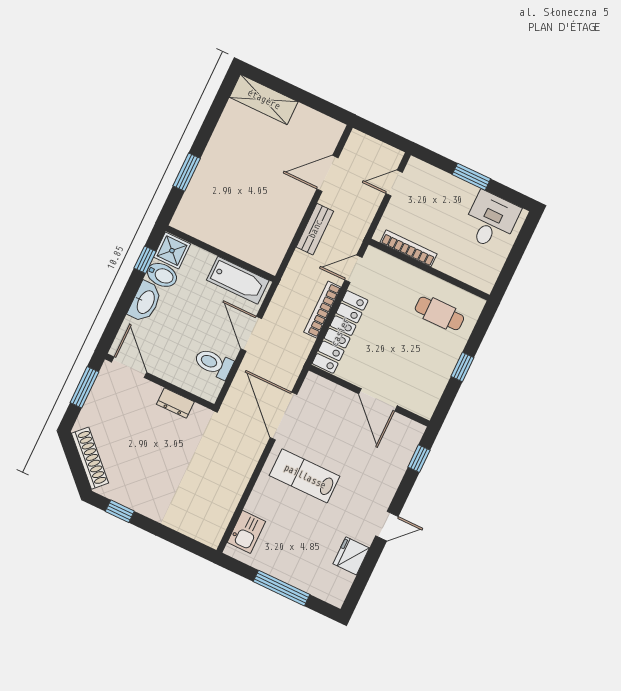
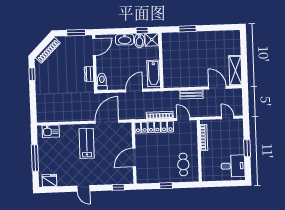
shelving: (264, 99) -> (235, 70), moved
toilet: (214, 363) -> (102, 82), moved
fridge: (351, 556) -> (49, 181), moved

